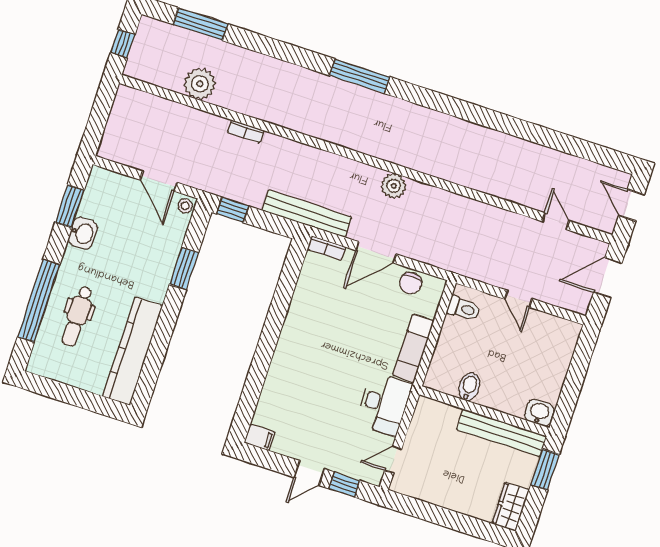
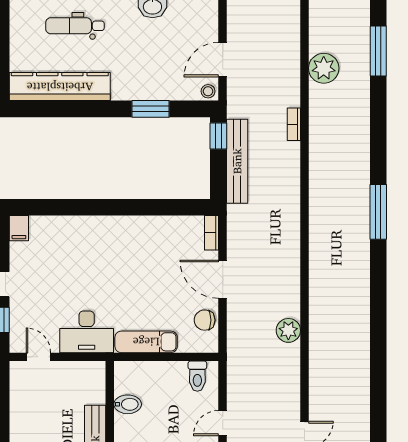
plant: (394, 186) -> (288, 330), moved
bench: (307, 214) -> (237, 161), moved

